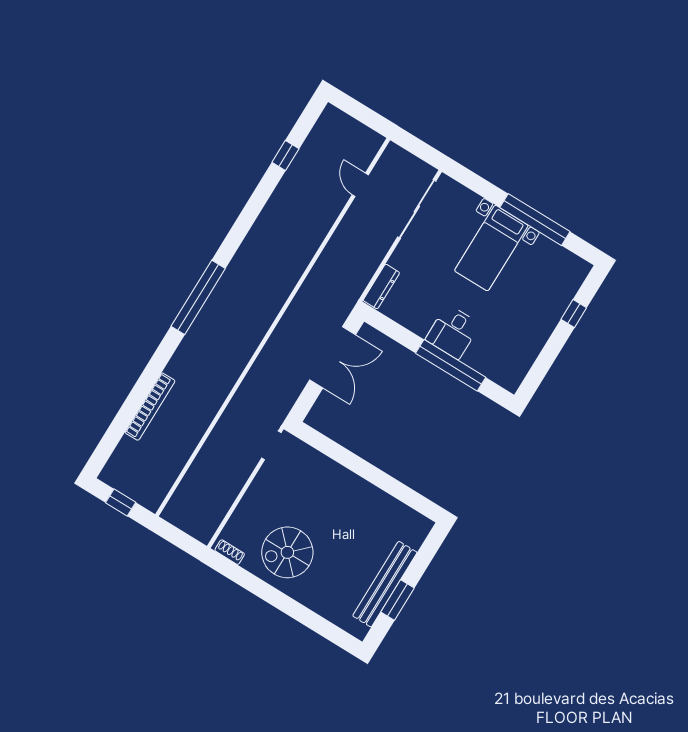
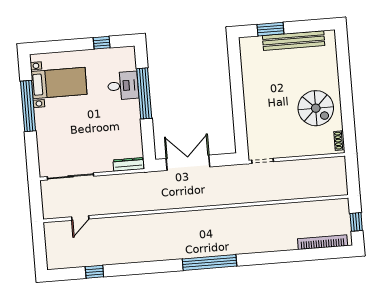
bed with nightstands: (491, 248) -> (59, 83), moved
window: (574, 314) -> (102, 43), moved
desk: (453, 332) -> (123, 86), moved
bookcase: (150, 407) -> (323, 242), moved
window: (397, 600) -> (270, 29), moved

